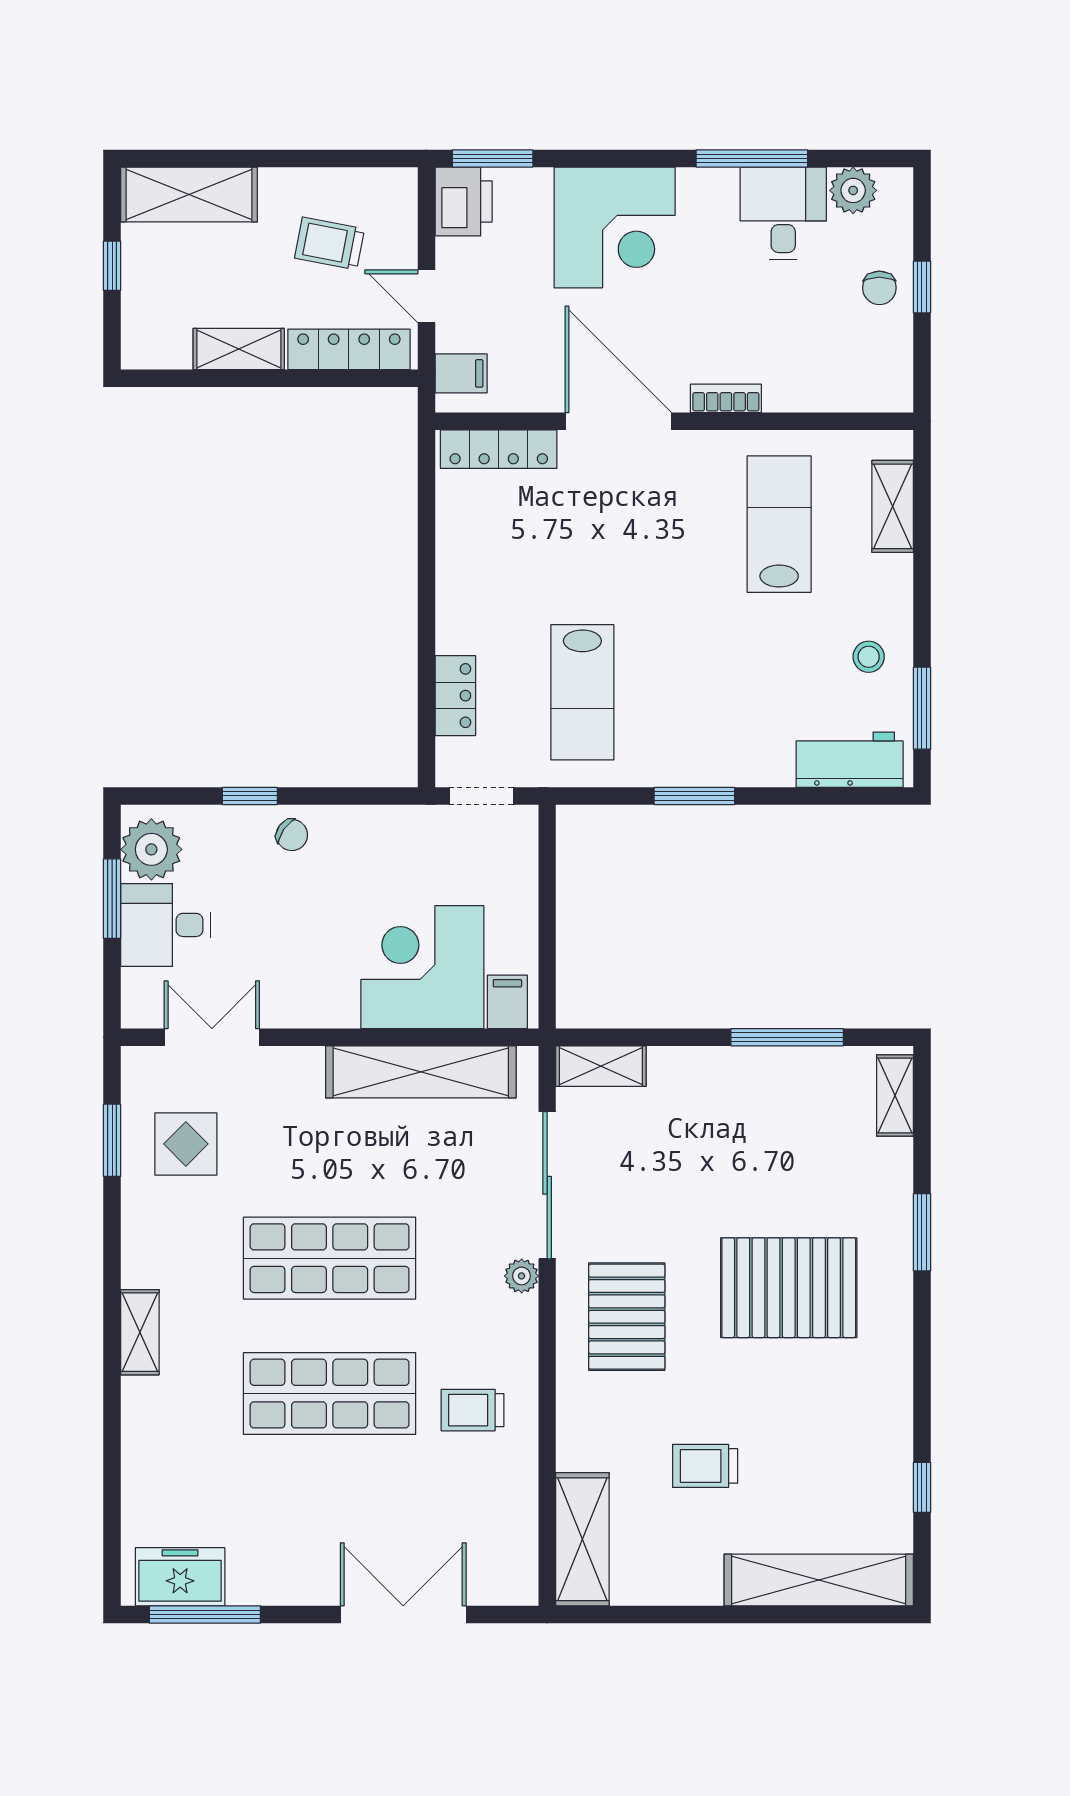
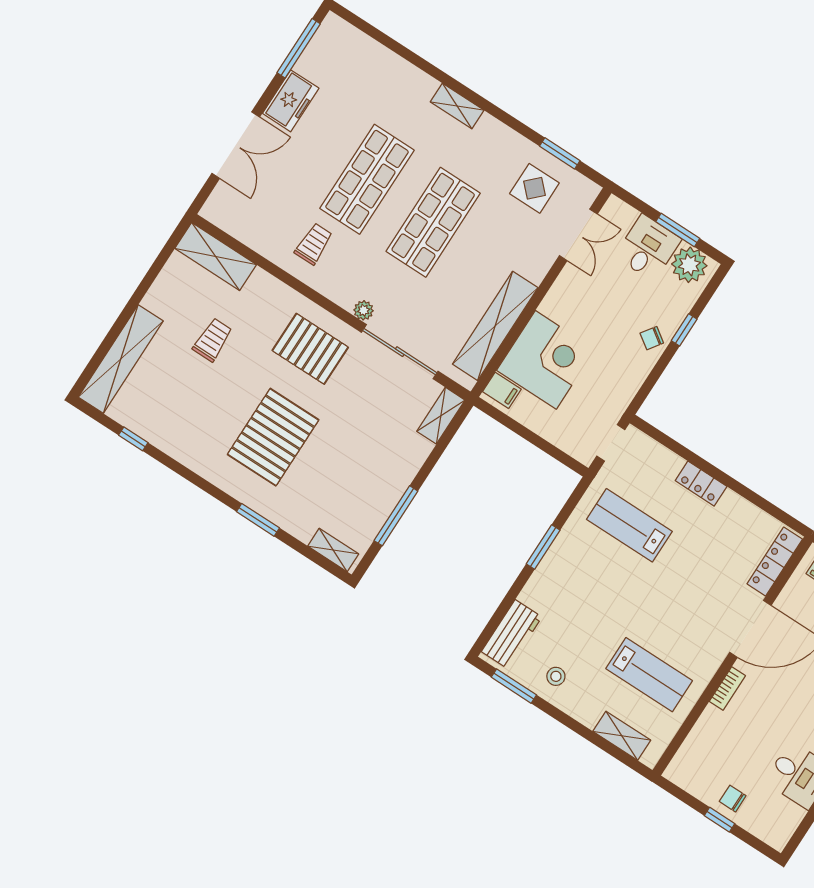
plant: (853, 190) -> (789, 817), removed
locker: (455, 696) -> (701, 484), moved
freezer: (180, 1577) -> (291, 101), moved

